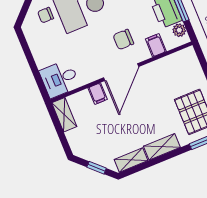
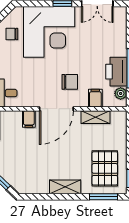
chair: (123, 39) -> (70, 82), turned 180
shelving: (131, 160) -> (96, 117), moved

